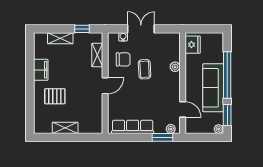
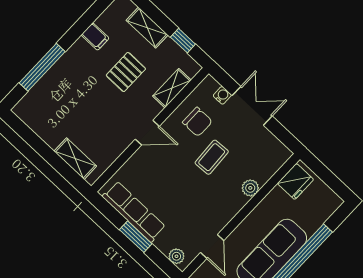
filing cabinet: (41, 70) -> (95, 37), width x0.50
pallet: (55, 96) -> (126, 72), moved, turned 90
window: (30, 101) -> (42, 67), added
shelving: (65, 128) -> (75, 159), moved
window: (163, 137) -> (136, 237), moved

